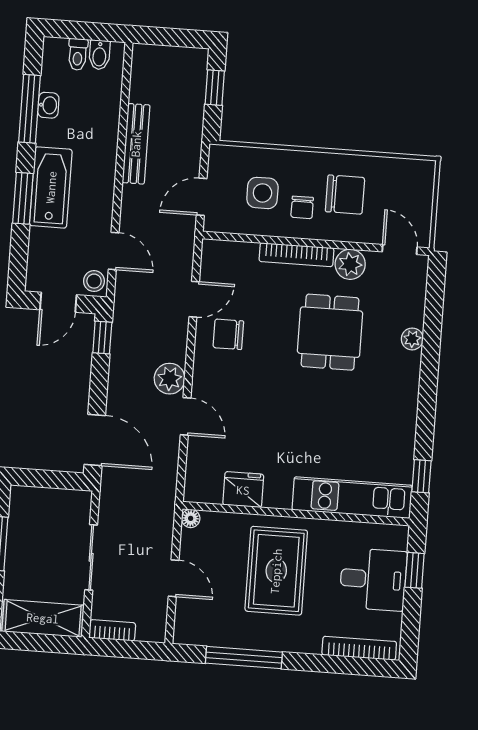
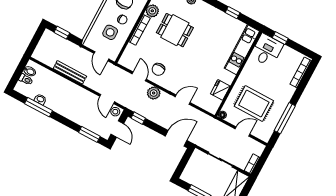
bathtub: (51, 187) -> (72, 112), removed
window: (23, 198) -> (89, 134), moved
door: (114, 251) -> (107, 99), swing flipped
plant: (170, 379) -> (154, 93), moved
window: (422, 476) -> (233, 13), moved
rug: (276, 571) -> (254, 104), moved
desk: (373, 579) -> (267, 50), moved

